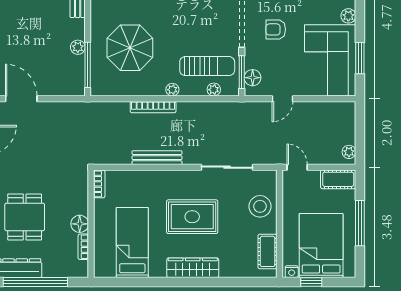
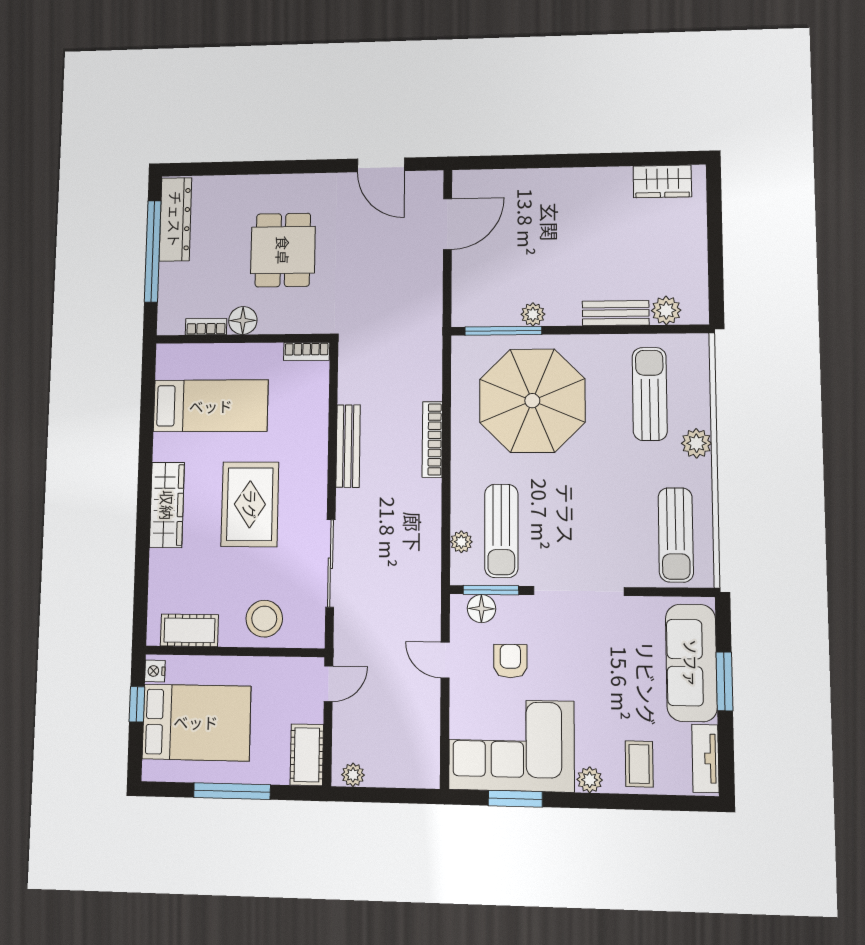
armchair: (276, 29) -> (510, 661), moved
parasol: (130, 48) -> (532, 401), width x1.36, depth x1.36
plant: (172, 90) -> (461, 472), removed
dining table: (25, 217) -> (283, 250), moved, turned 90

